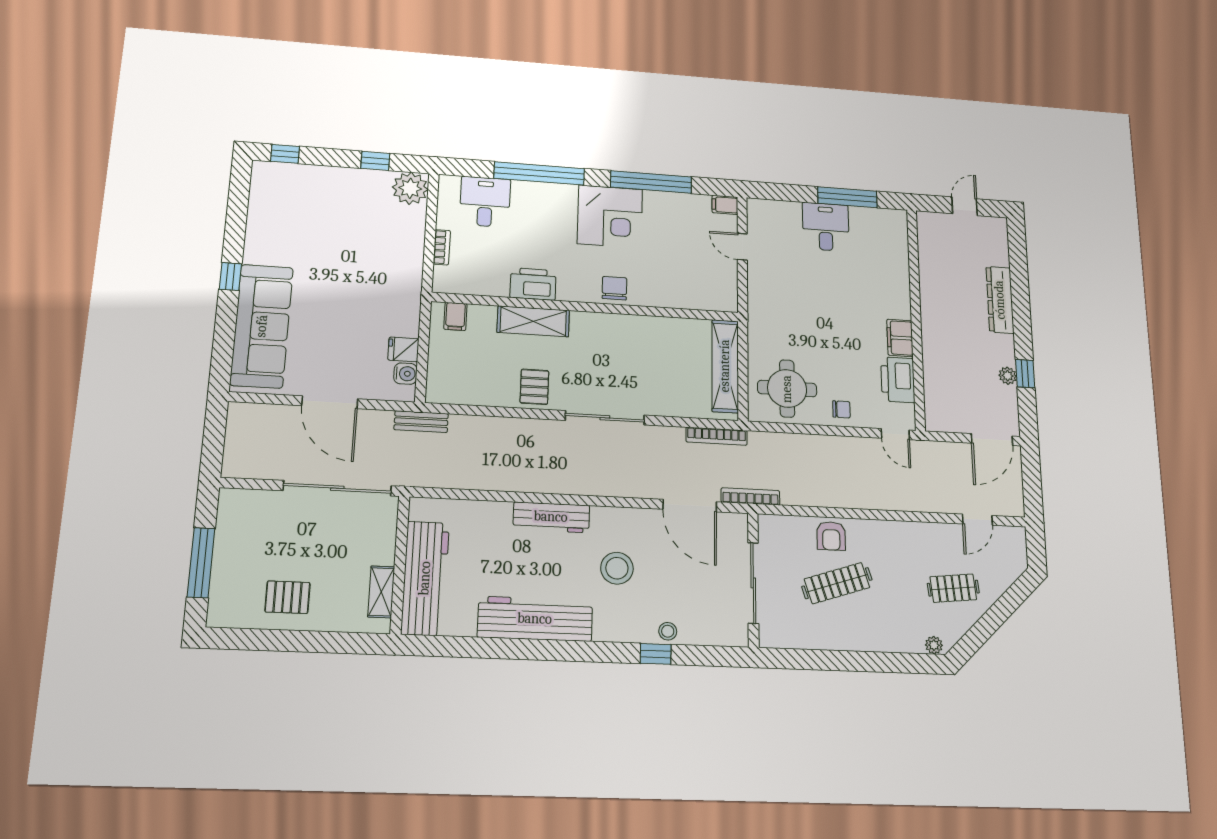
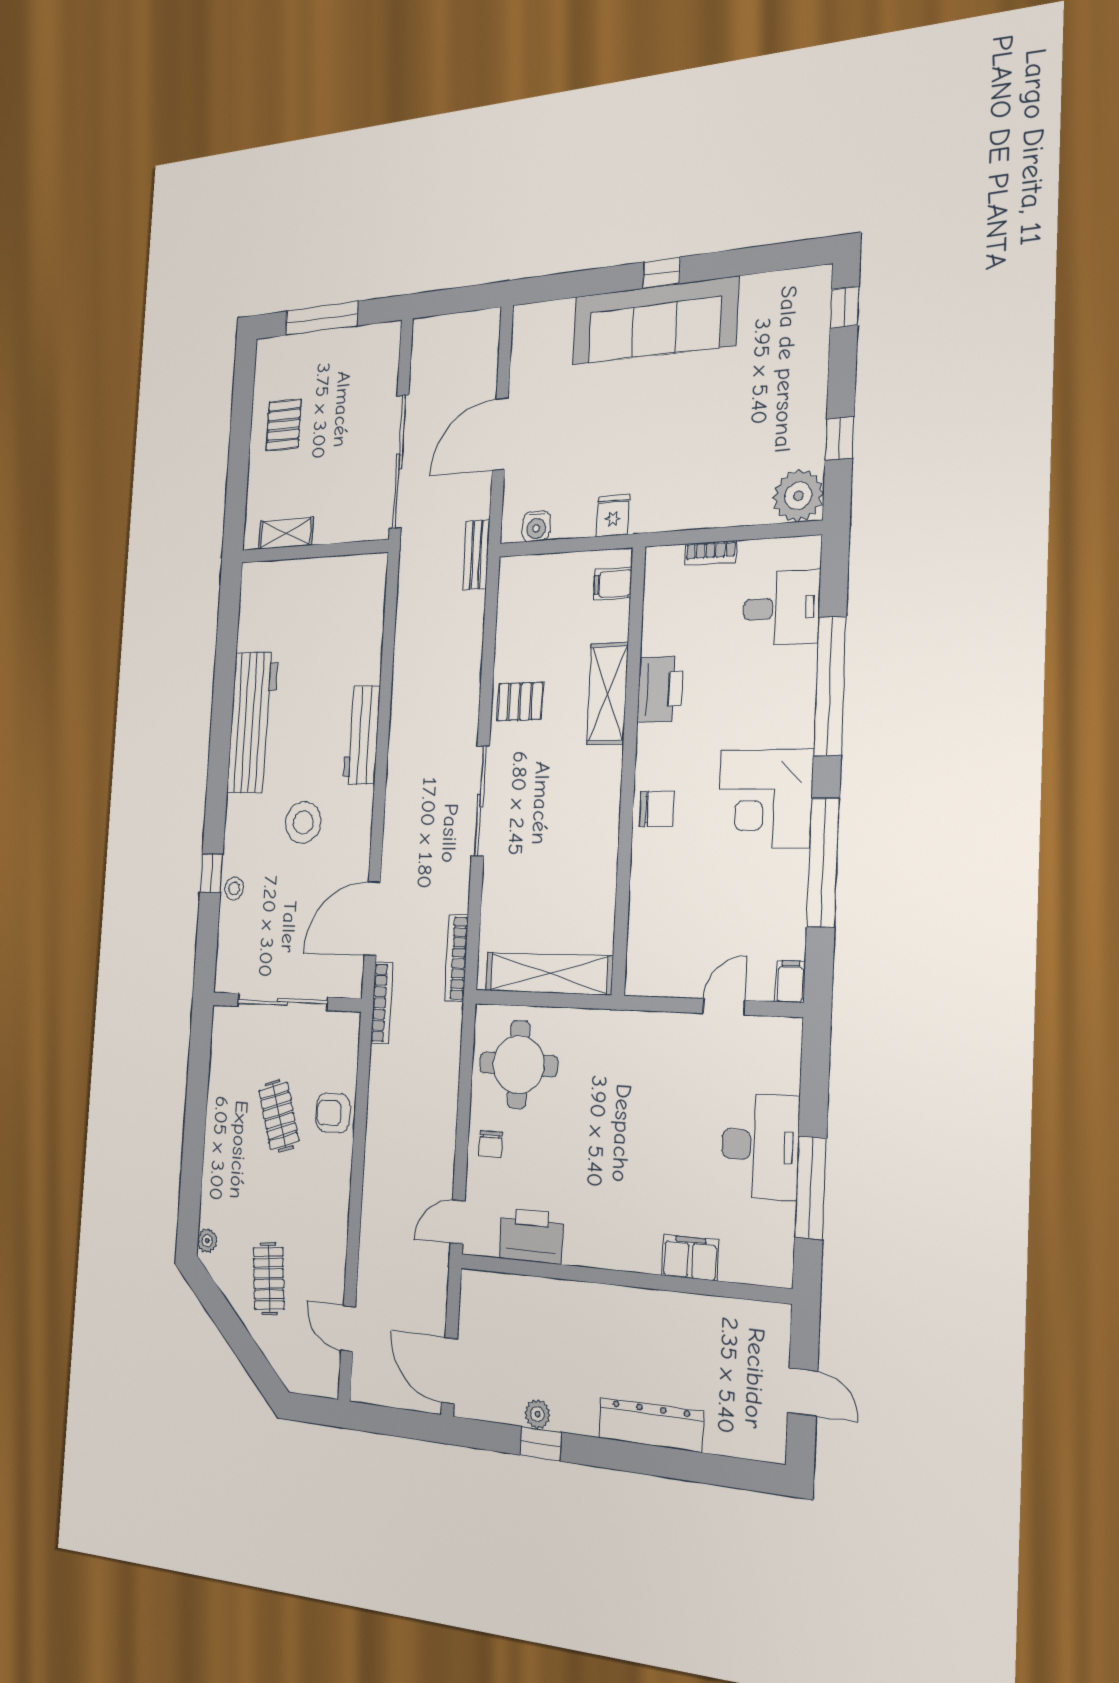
desk: (826, 227) -> (760, 1146), width x1.37
sofa: (262, 326) -> (654, 321), moved
filing cabinet: (900, 338) -> (690, 1258), moved
fridge: (403, 349) -> (613, 515), moved
workbench: (425, 578) -> (299, 584), removed
clothes rail: (837, 583) -> (279, 1116), width x0.73

